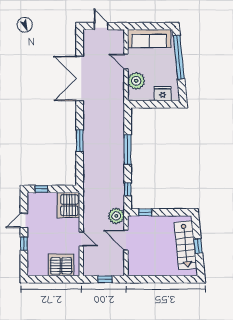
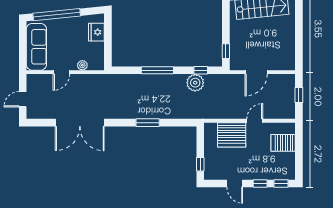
plant: (136, 81) -> (82, 65), width x0.53, depth x0.53
server rack: (68, 205) -> (232, 135), moved
plant: (116, 216) -> (195, 83), moved
window: (24, 263) -> (281, 183), added
server rack: (61, 265) -> (283, 143), width x0.62

